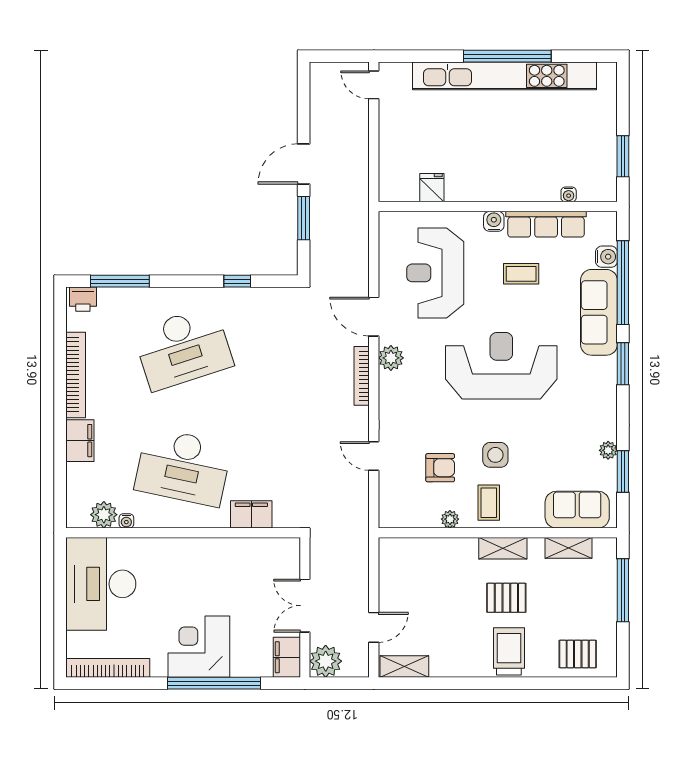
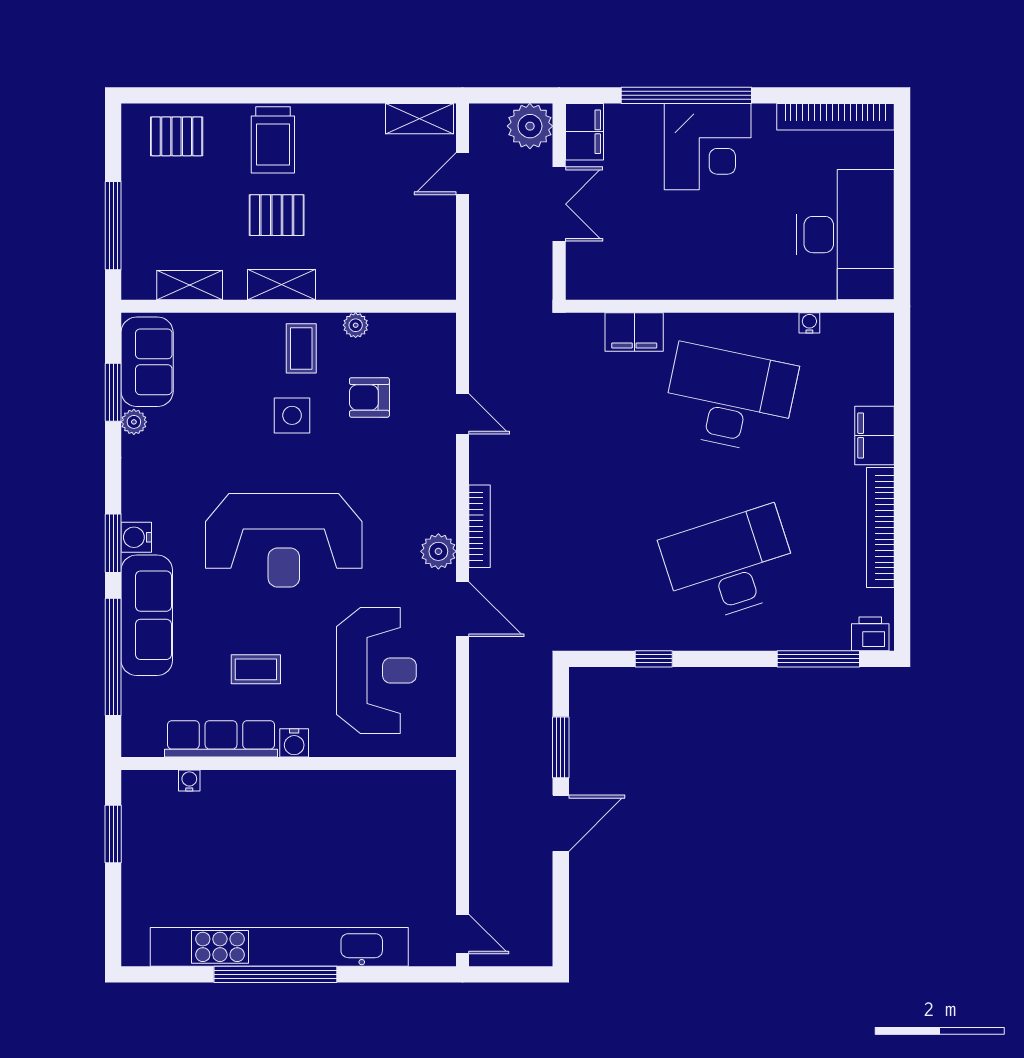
fridge: (432, 188) -> (381, 790), removed
water cooler: (606, 257) -> (136, 537), moved
sofa: (577, 510) -> (147, 362), moved, turned -90
plant: (104, 515) -> (841, 332), removed

